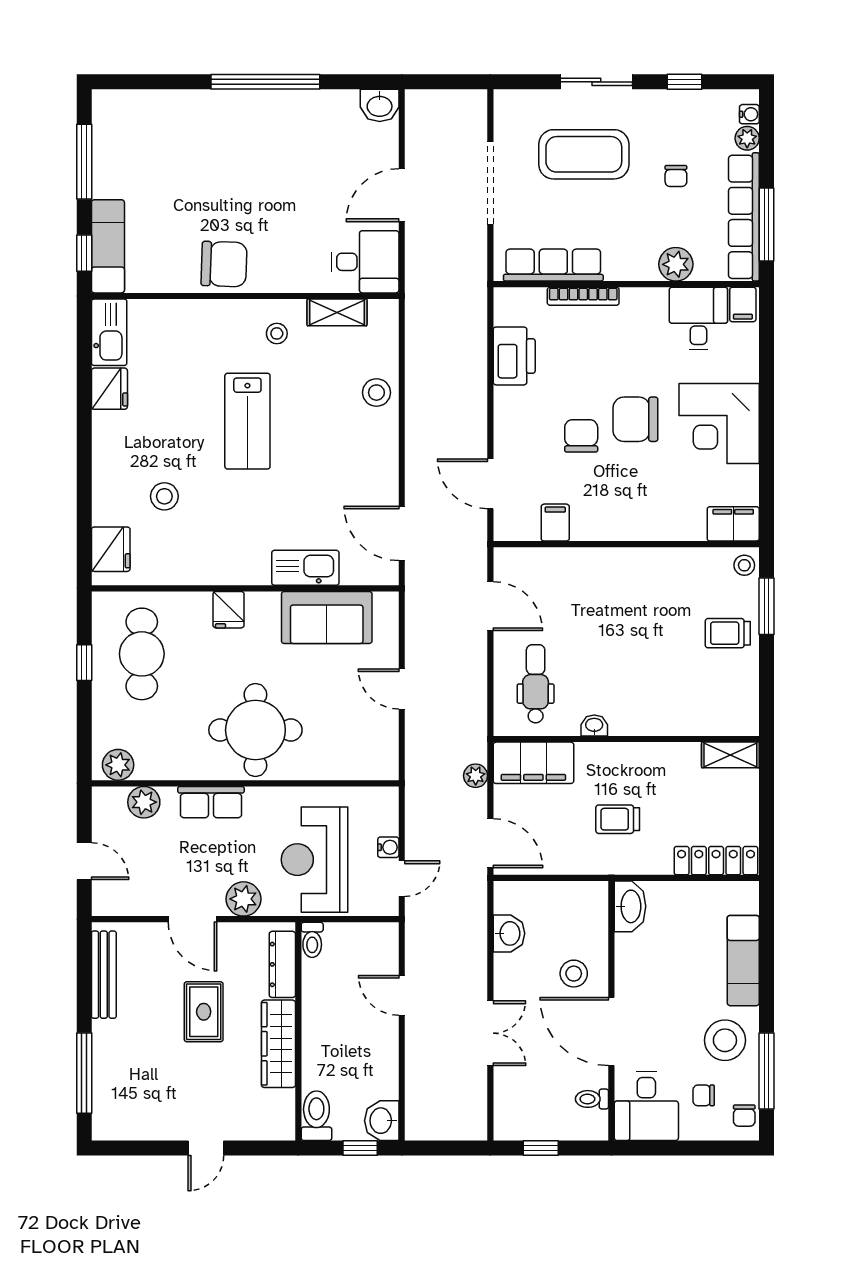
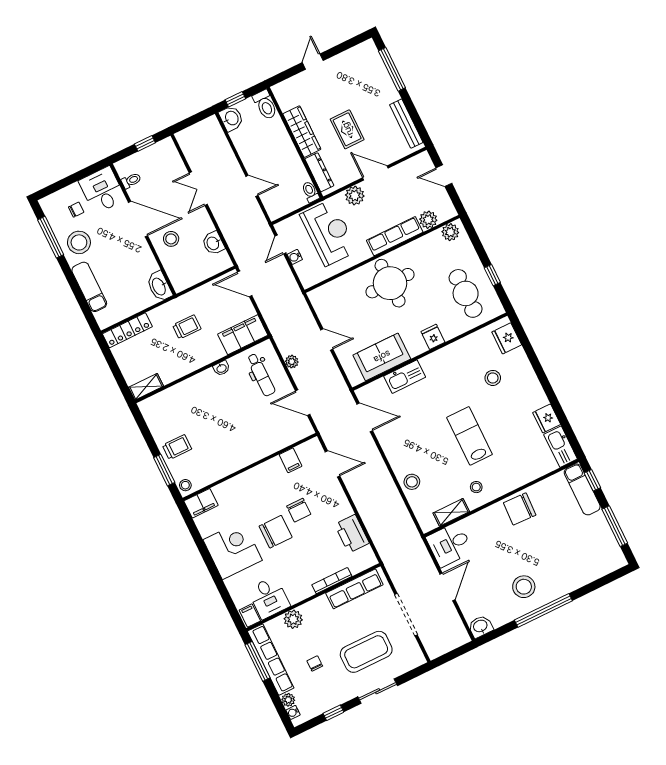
stool: (278, 135) -> (524, 587), added
plant: (476, 776) -> (292, 362), moved
row of seats: (211, 802) -> (395, 236), width x1.48
chair: (744, 1116) -> (51, 209), removed

